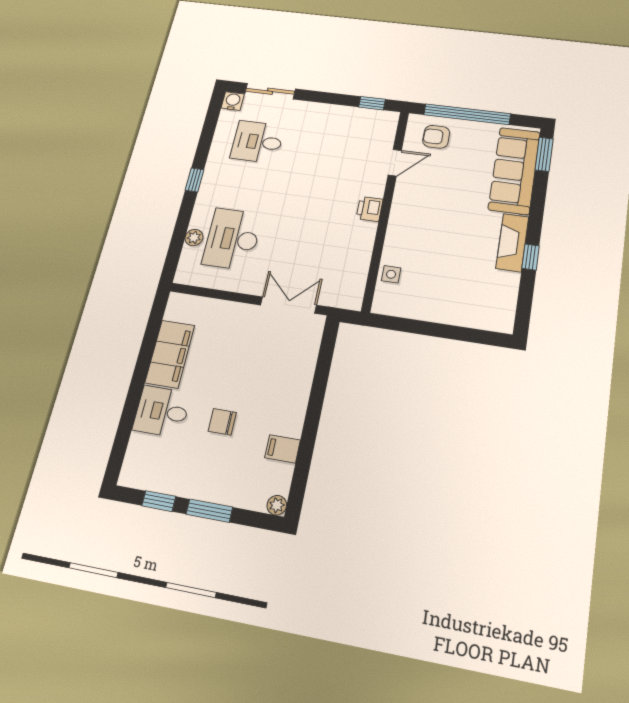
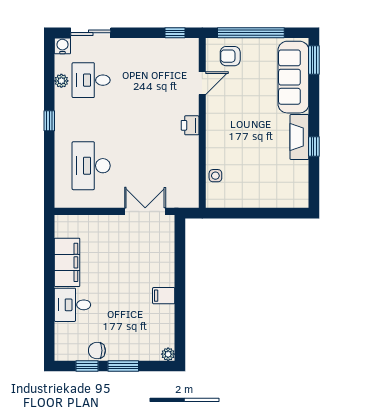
plant: (194, 238) -> (61, 81), moved
chair: (222, 422) -> (97, 351), moved
filing cabinet: (283, 449) -> (164, 296), moved

